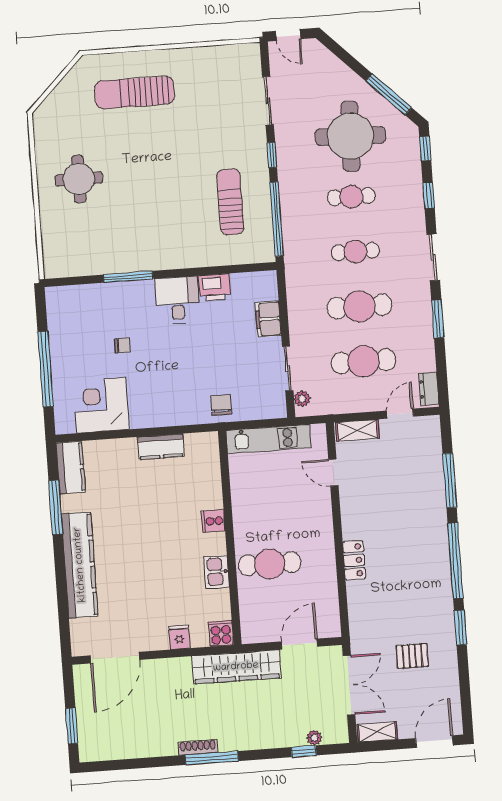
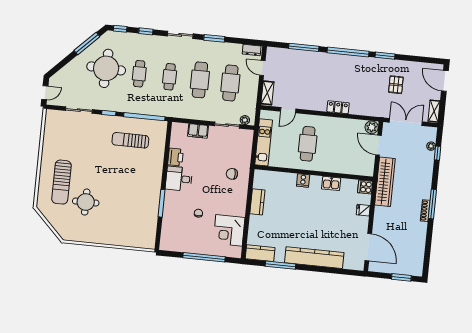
round table: (79, 179) -> (86, 202), moved
chair: (221, 405) -> (232, 174), moved
cafe table: (270, 564) -> (308, 144), moved
plant: (329, 626) -> (372, 127), added

